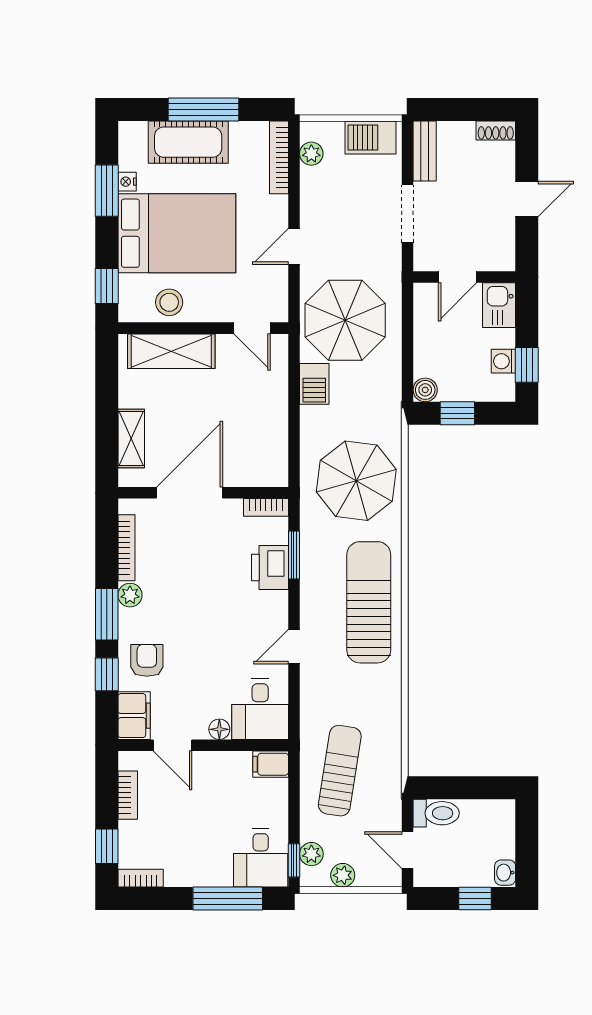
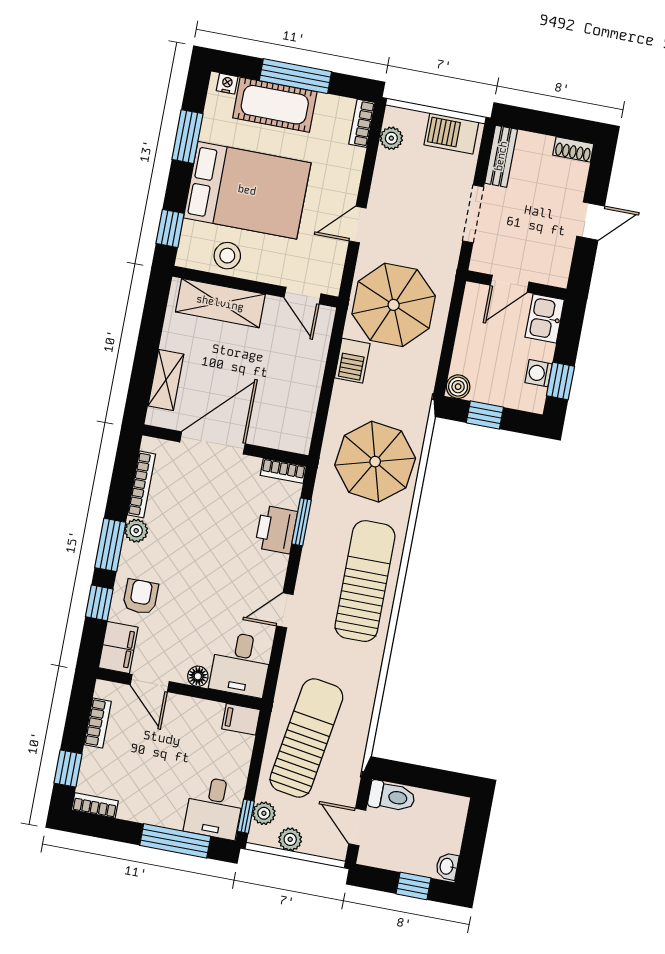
bookcase: (279, 157) -> (362, 123), width x0.64
nightstand: (127, 182) -> (227, 84), moved, turned 90
sun lounger: (340, 771) -> (306, 738), width x1.36, depth x1.34

